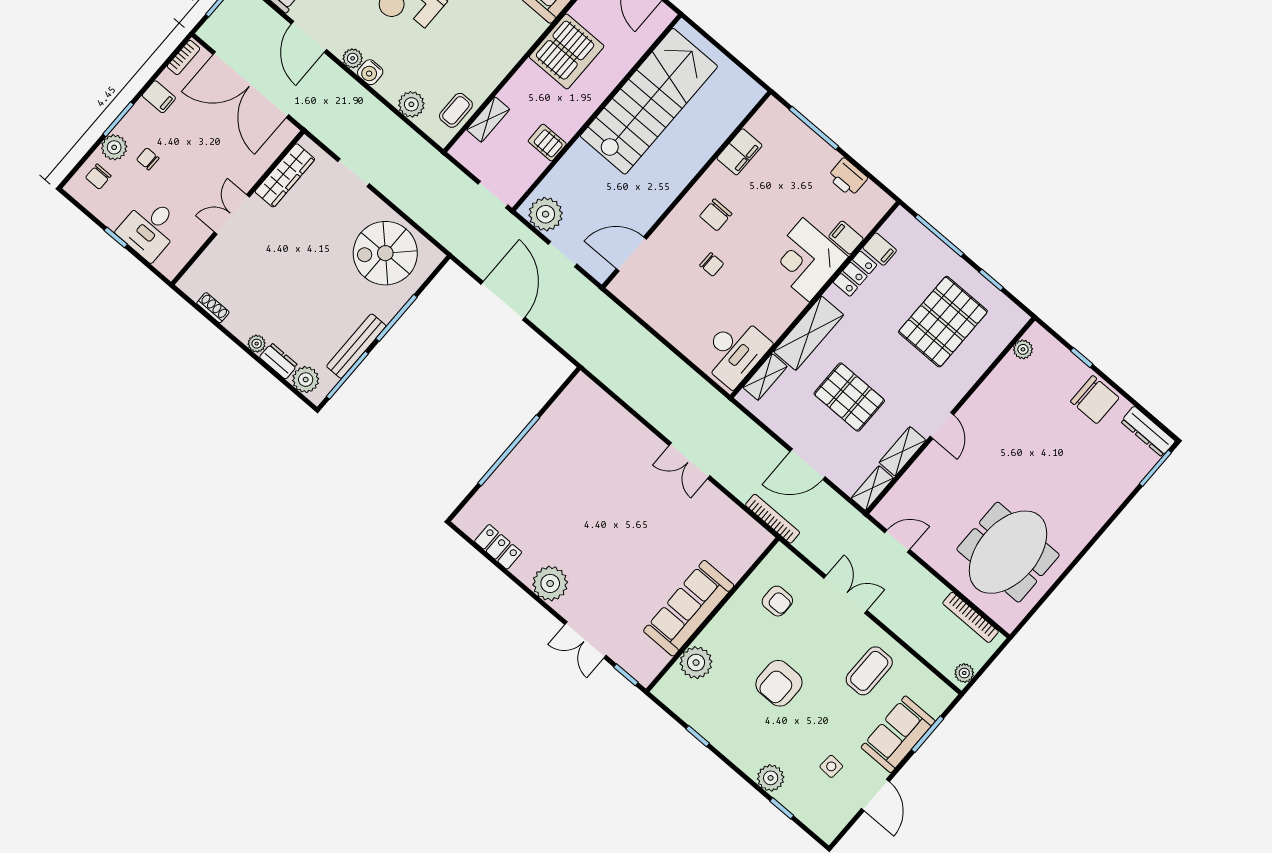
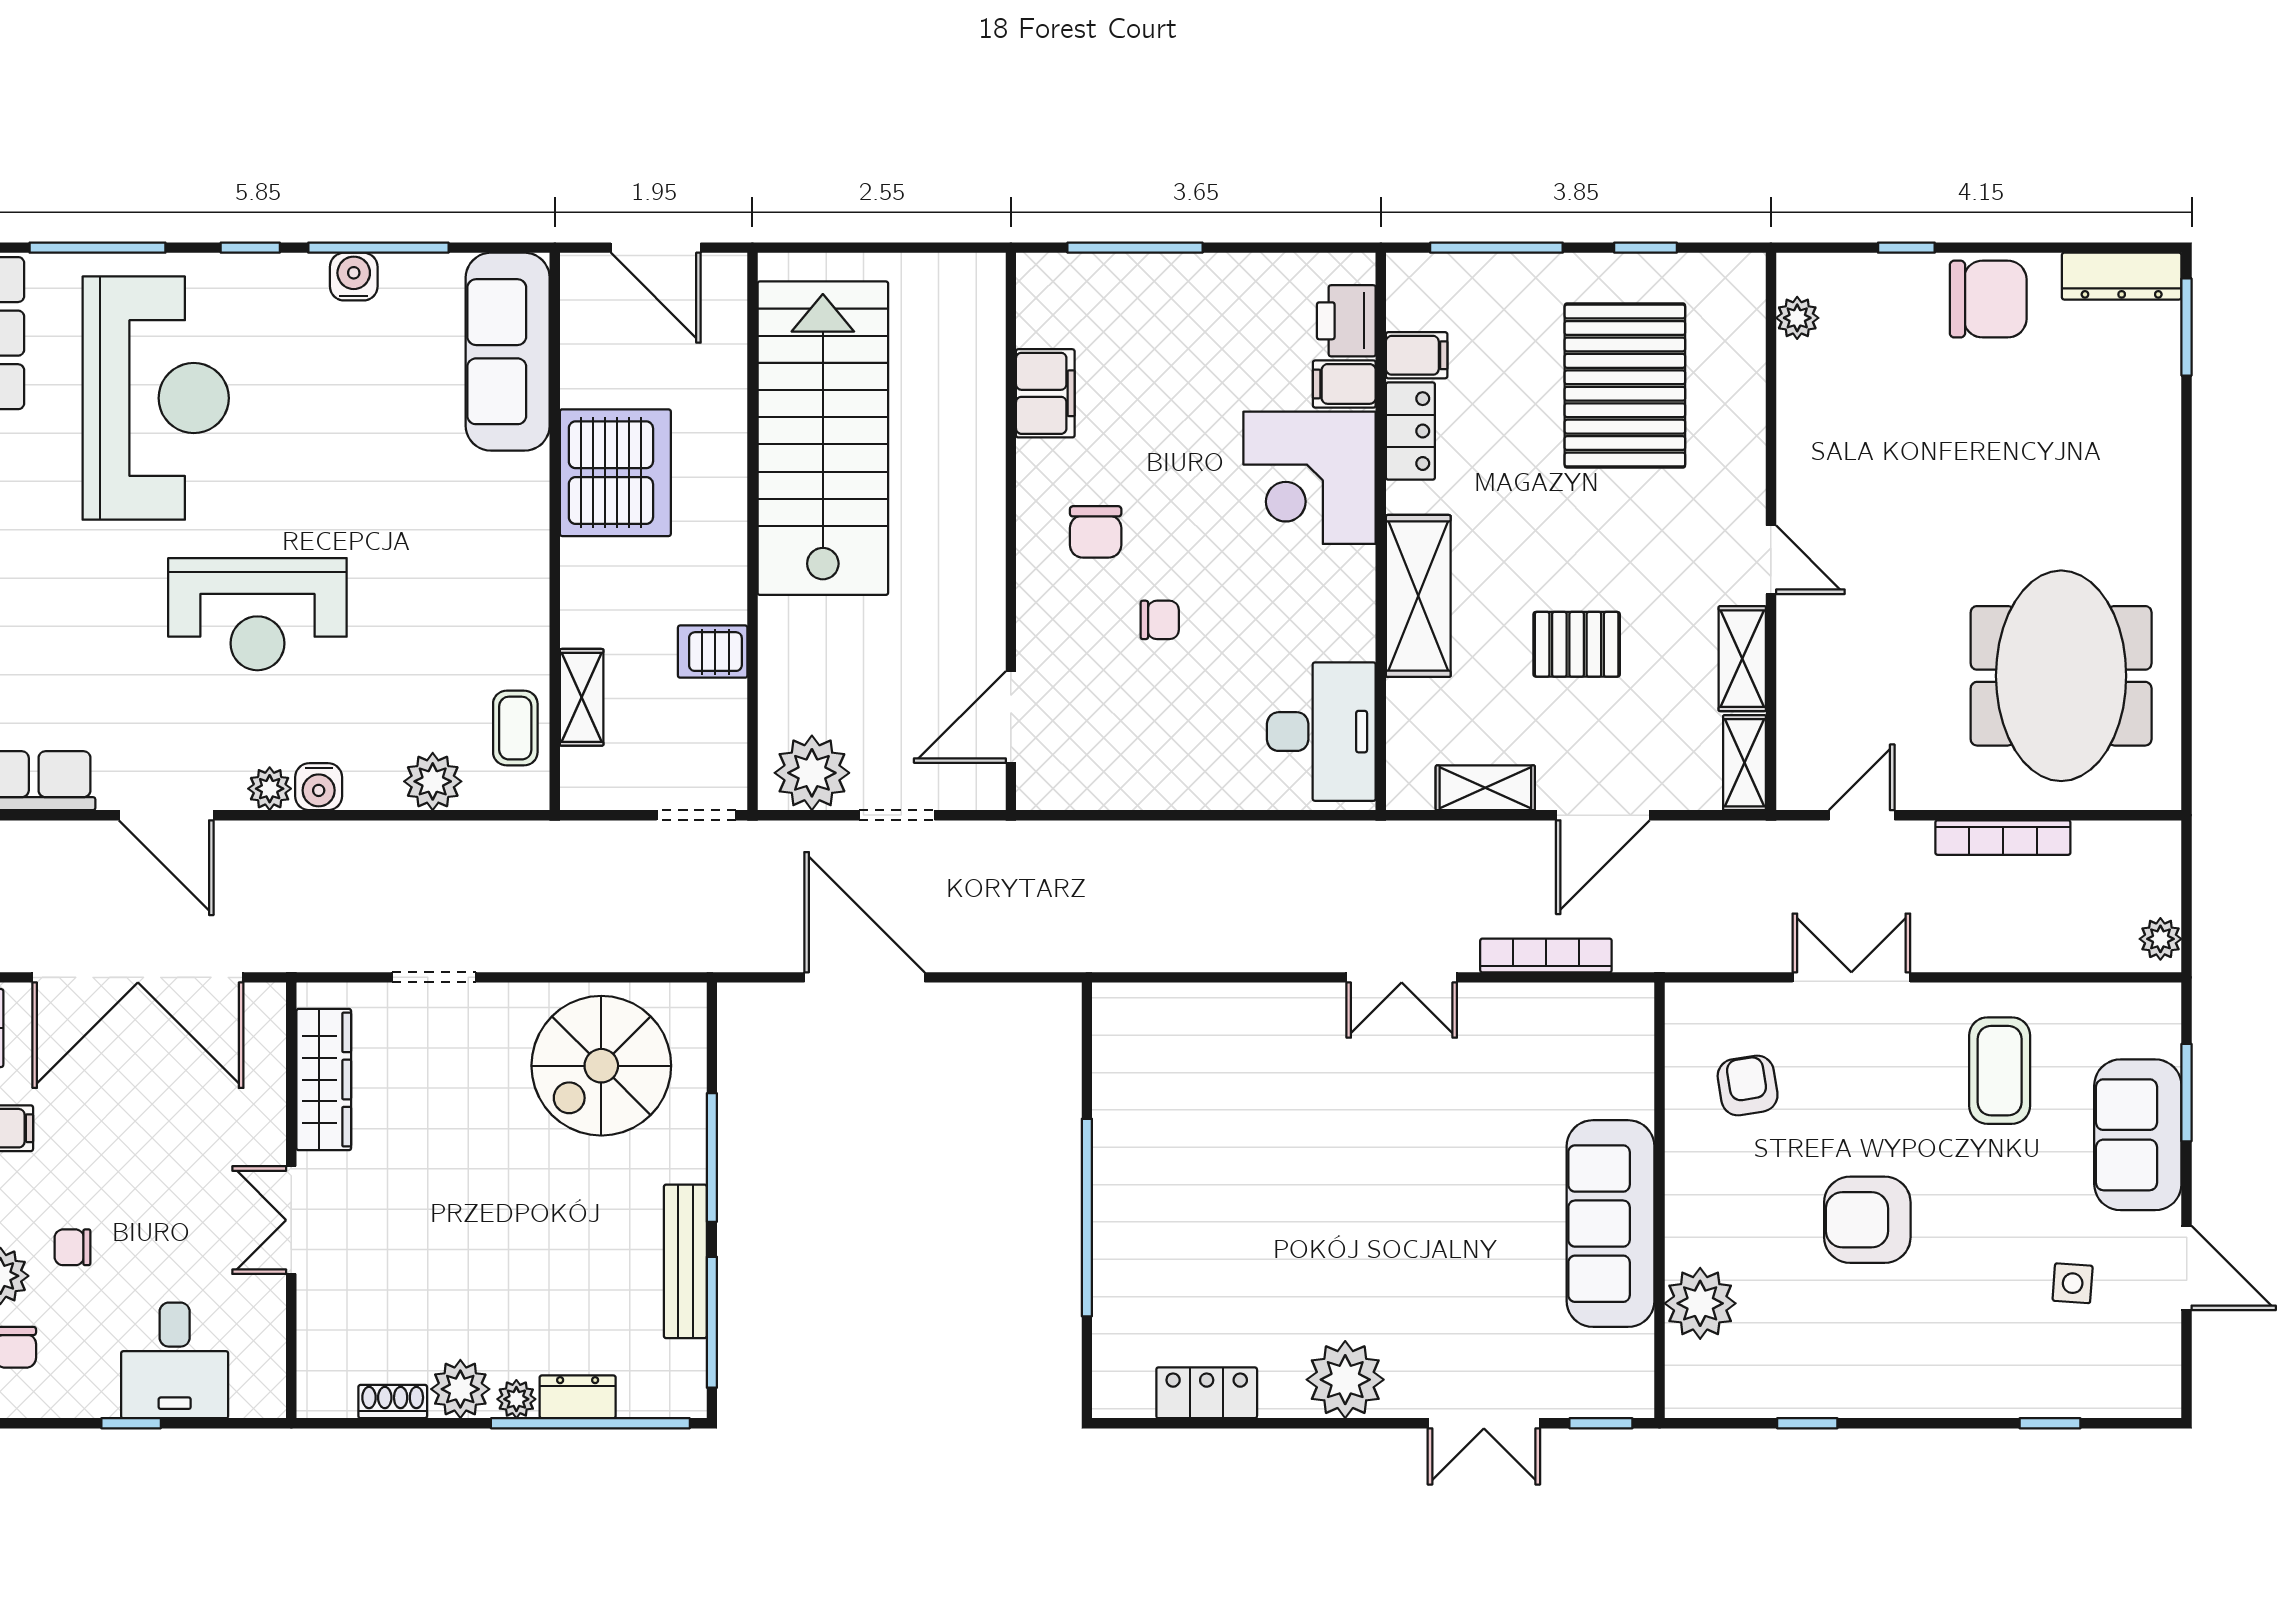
printer: (847, 177) -> (1346, 321), moved, turned 90
window: (275, 374) -> (590, 1423), added
shelving: (765, 377) -> (1485, 788), moved, turned 90
plant: (306, 380) -> (460, 1389), moved
pallet: (849, 397) -> (1577, 644), width x0.67, depth x0.71
bookcase: (773, 519) -> (1546, 955), moved
armchair: (777, 601) -> (1748, 1085), turned -99
bookcase: (971, 617) -> (2003, 838), moved
armchair: (779, 683) -> (1867, 1220), turned 90
plant: (771, 778) -> (1988, 1389), removed

